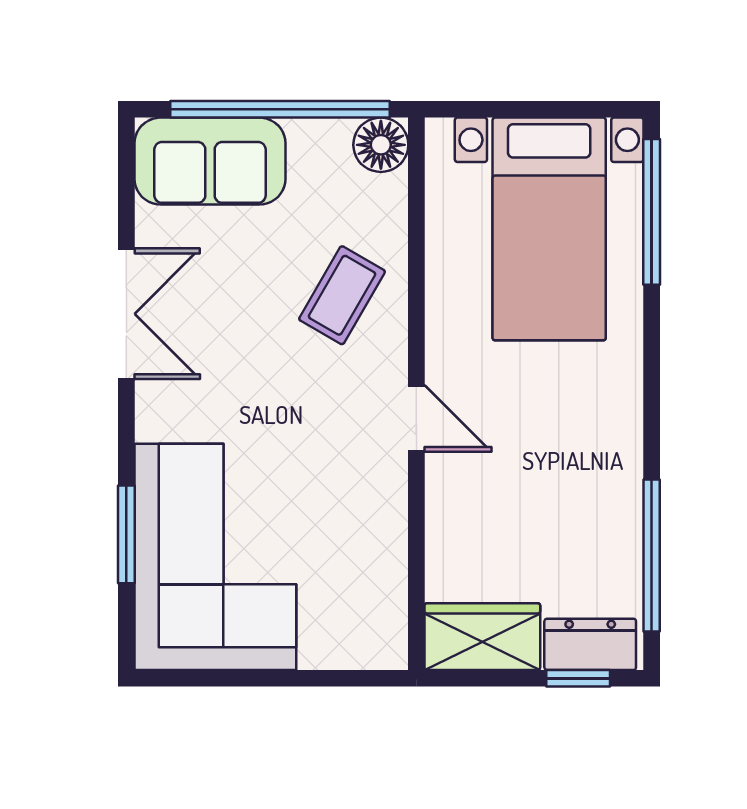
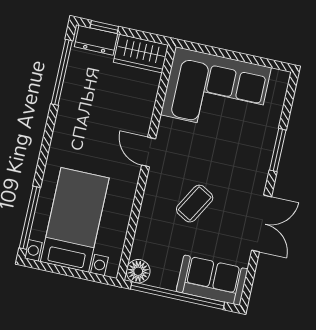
coffee table: (342, 295) -> (195, 204), moved
double door: (126, 314) -> (262, 223), swing flipped
window: (126, 534) -> (278, 150), moved
corner sofa: (215, 557) -> (216, 91), moved, turned -90

